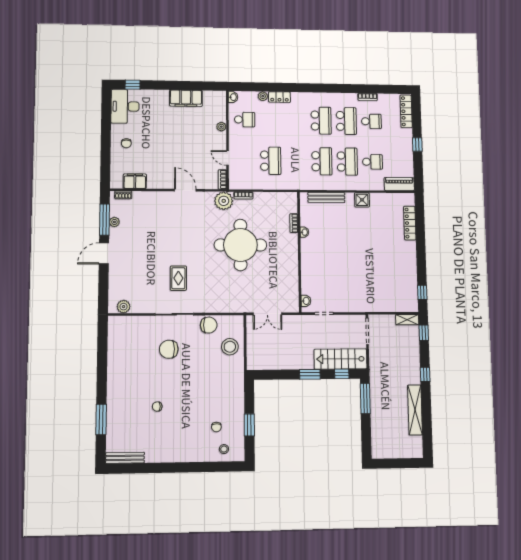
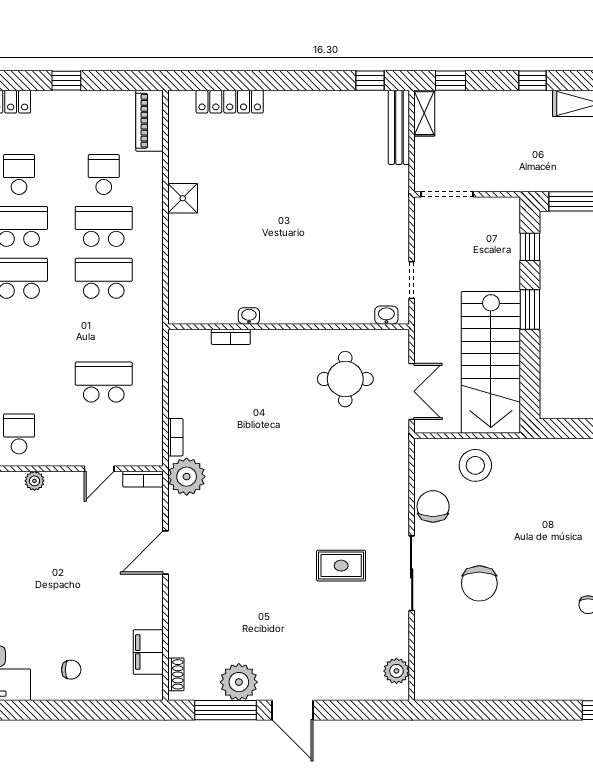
bench: (326, 197) -> (399, 127), moved
plant: (114, 222) -> (239, 682), width x1.88, depth x1.88
round table: (240, 245) -> (345, 379), moved, width x0.54, depth x0.54
stairs: (340, 359) -> (491, 362), moved, width x1.36, depth x1.51

